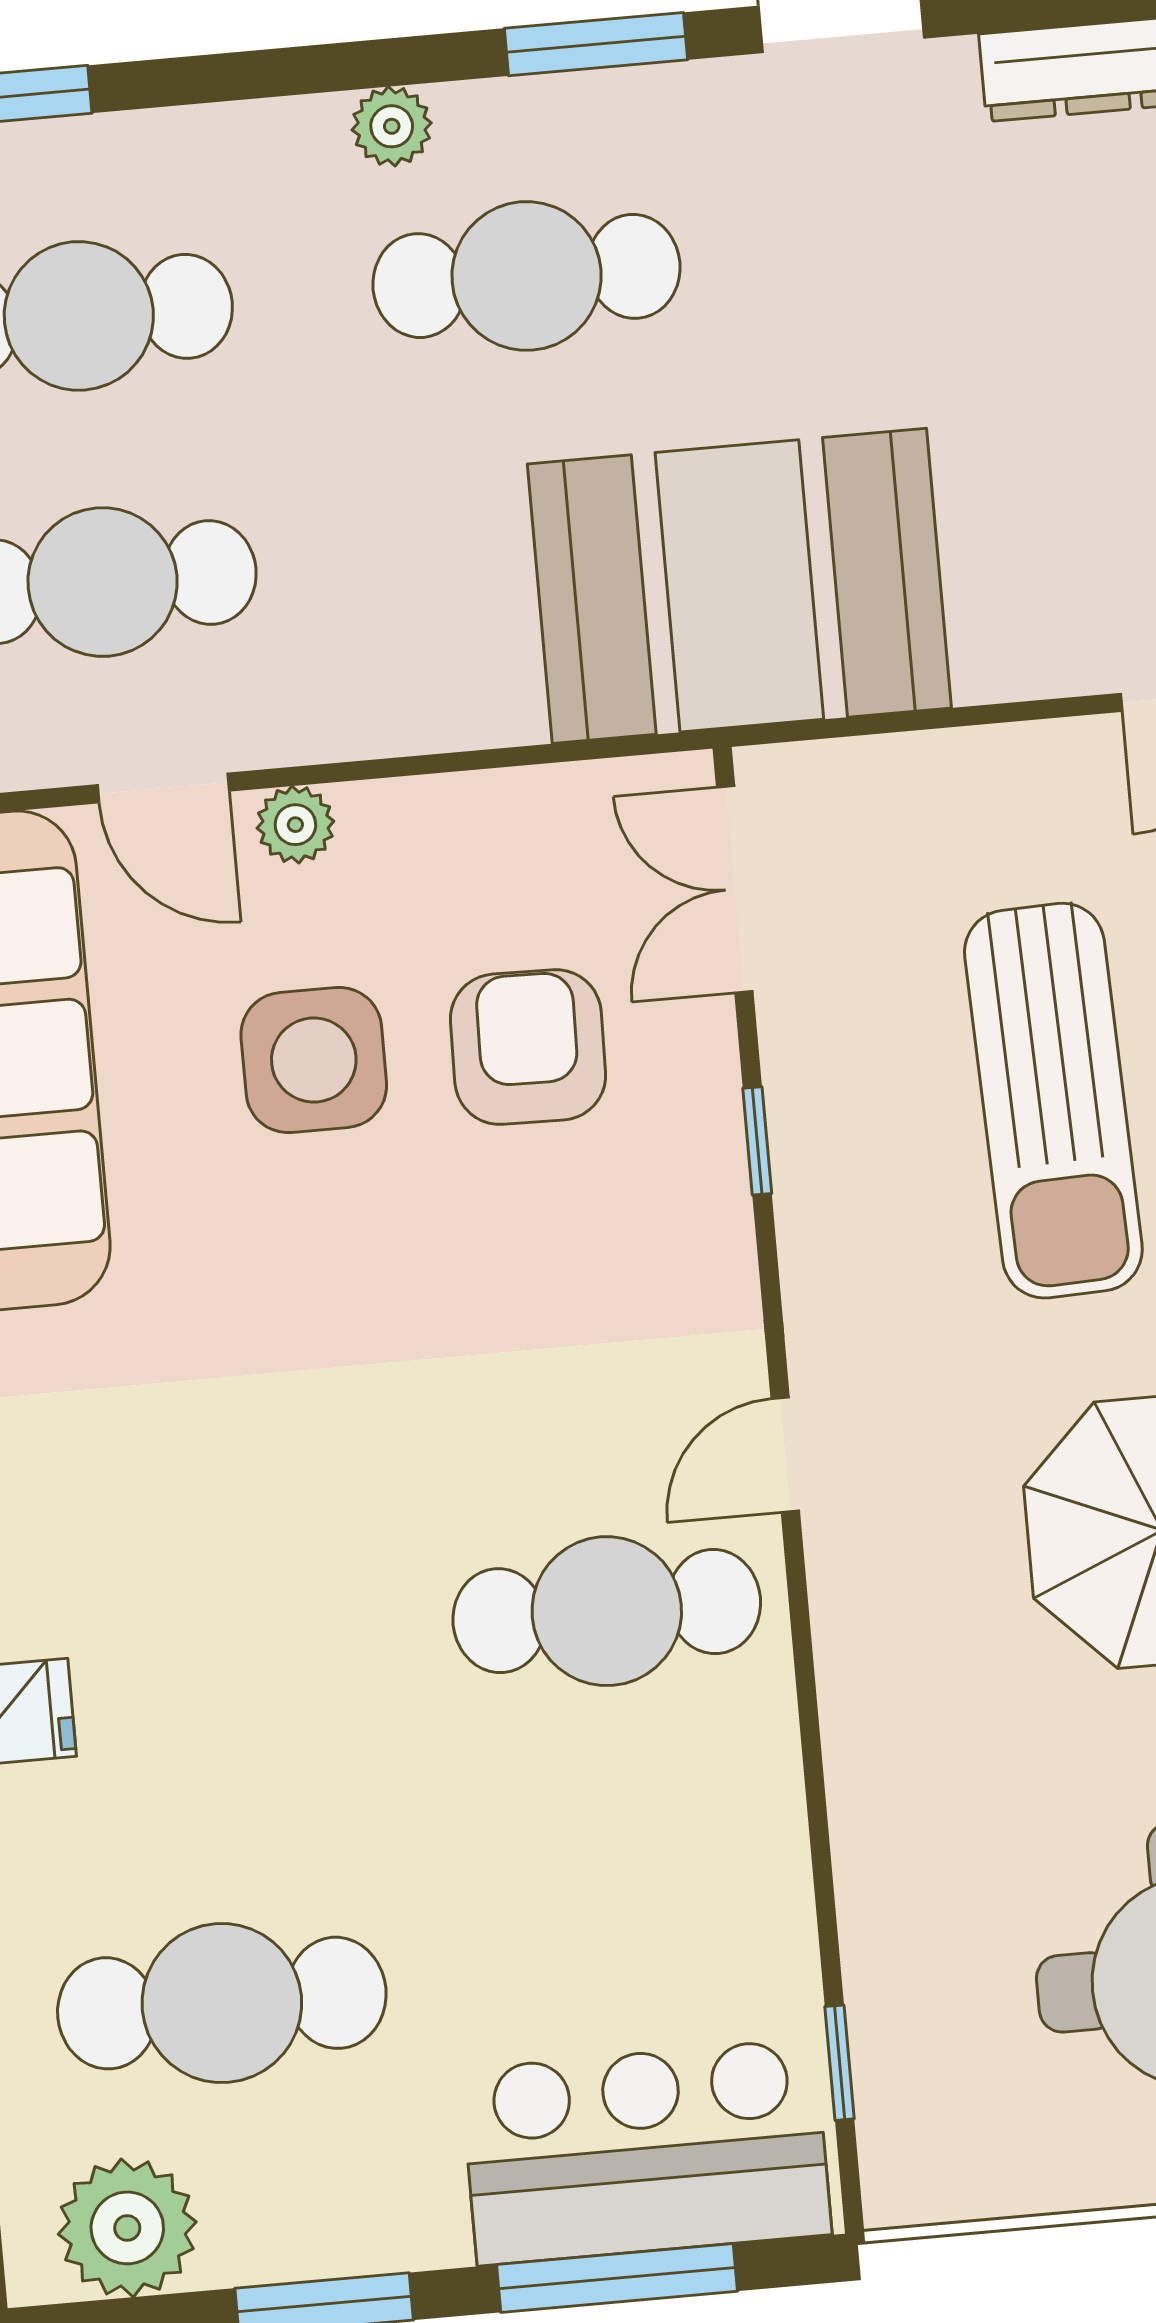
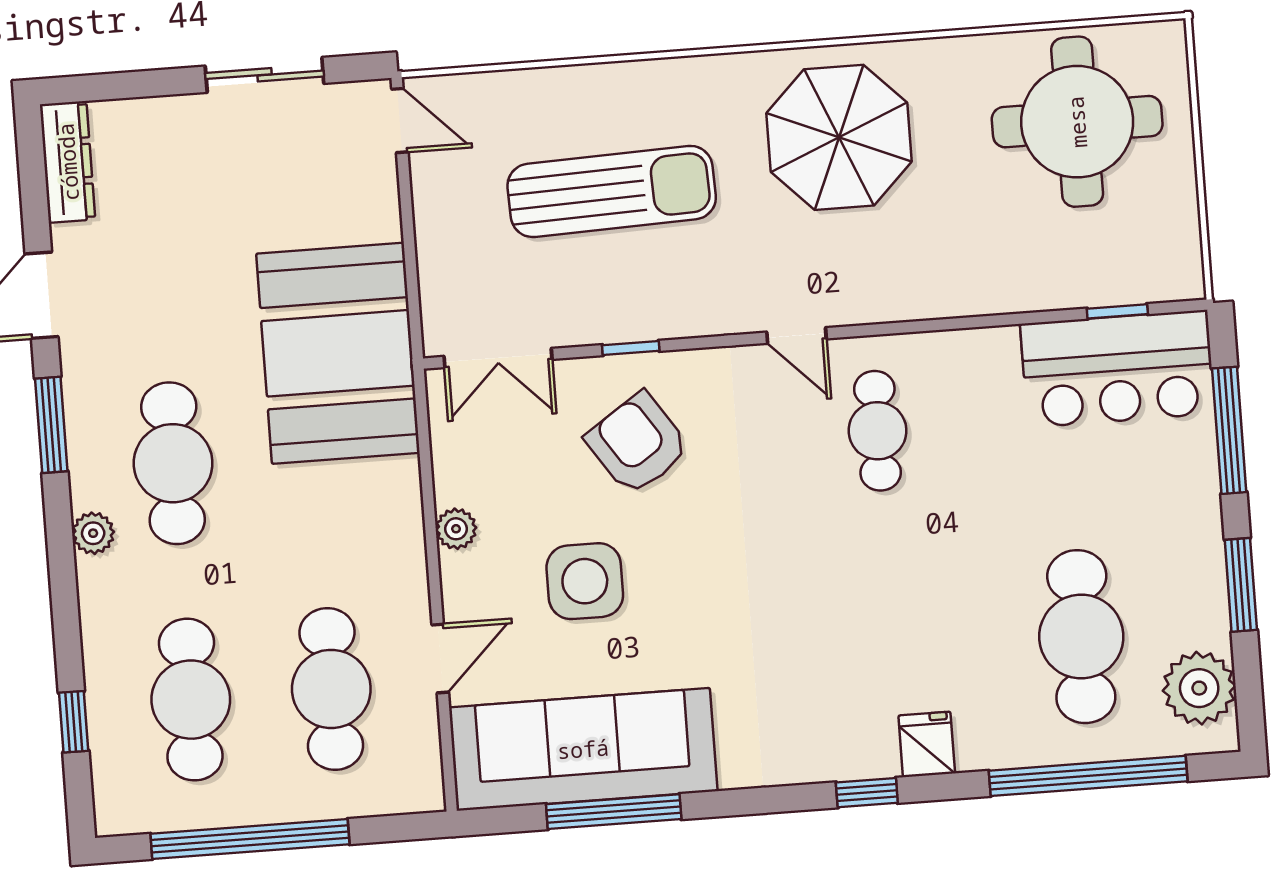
plant: (295, 825) -> (456, 529), moved
armchair: (528, 1047) -> (637, 444), moved, turned 55
cafe table: (607, 1611) -> (878, 431), width x0.73, depth x0.74
bar counter: (646, 2152) -> (1118, 369), moved, turned -90

